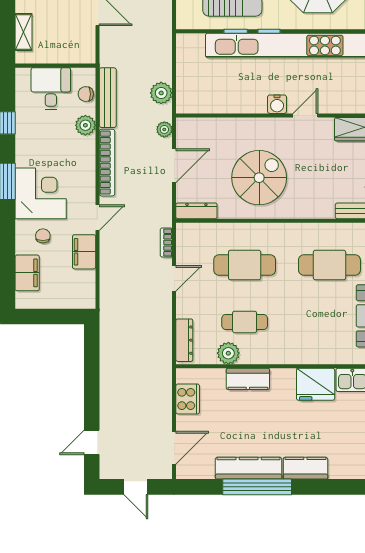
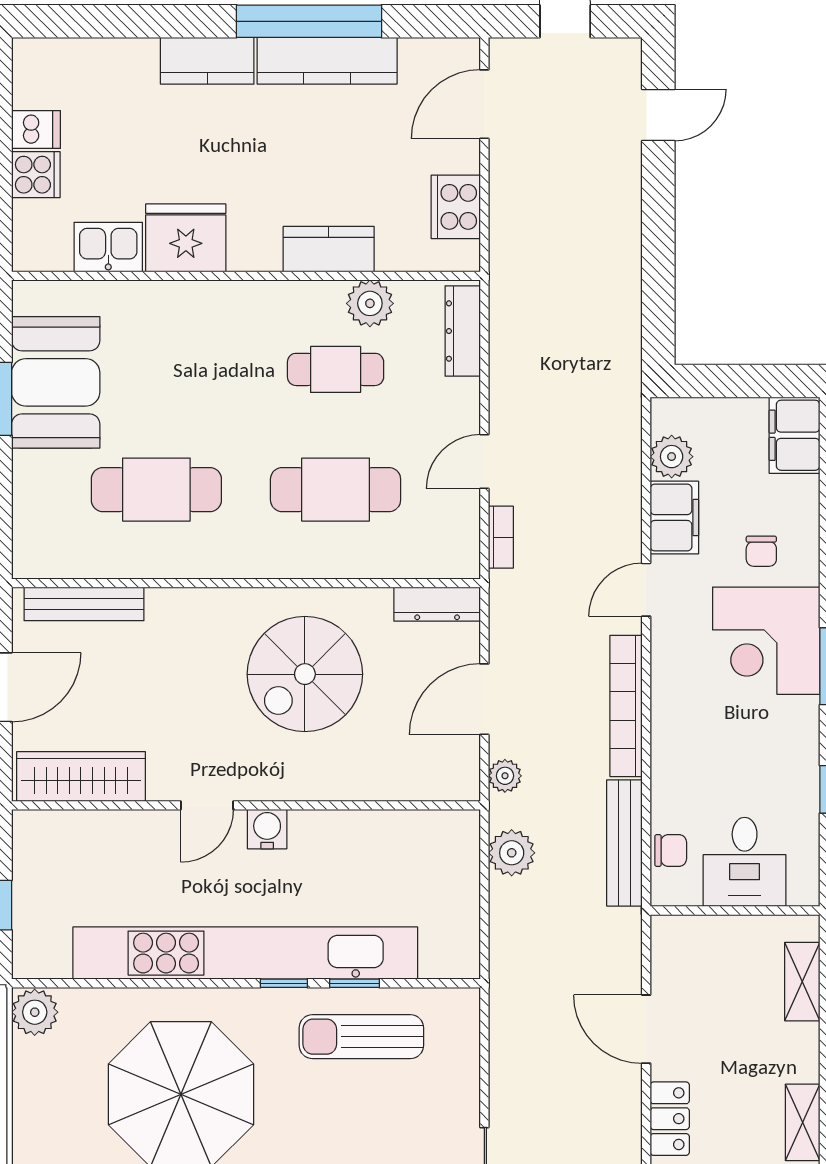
plant: (85, 125) -> (672, 457), moved
filing cabinet: (27, 273) -> (795, 435), moved

